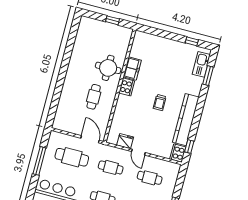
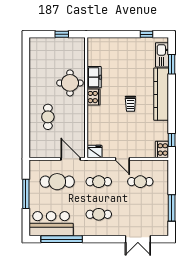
cafe table: (94, 97) -> (48, 117), moved
kitchen counter: (186, 120) -> (161, 94), moved
fridge: (125, 141) -> (94, 151), moved

